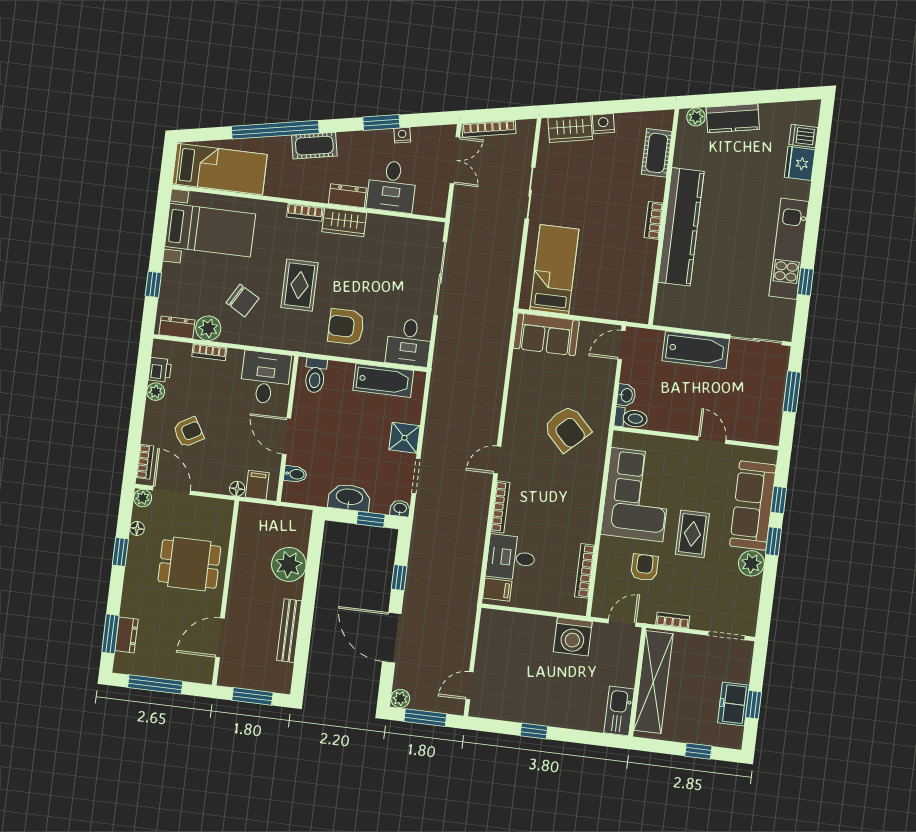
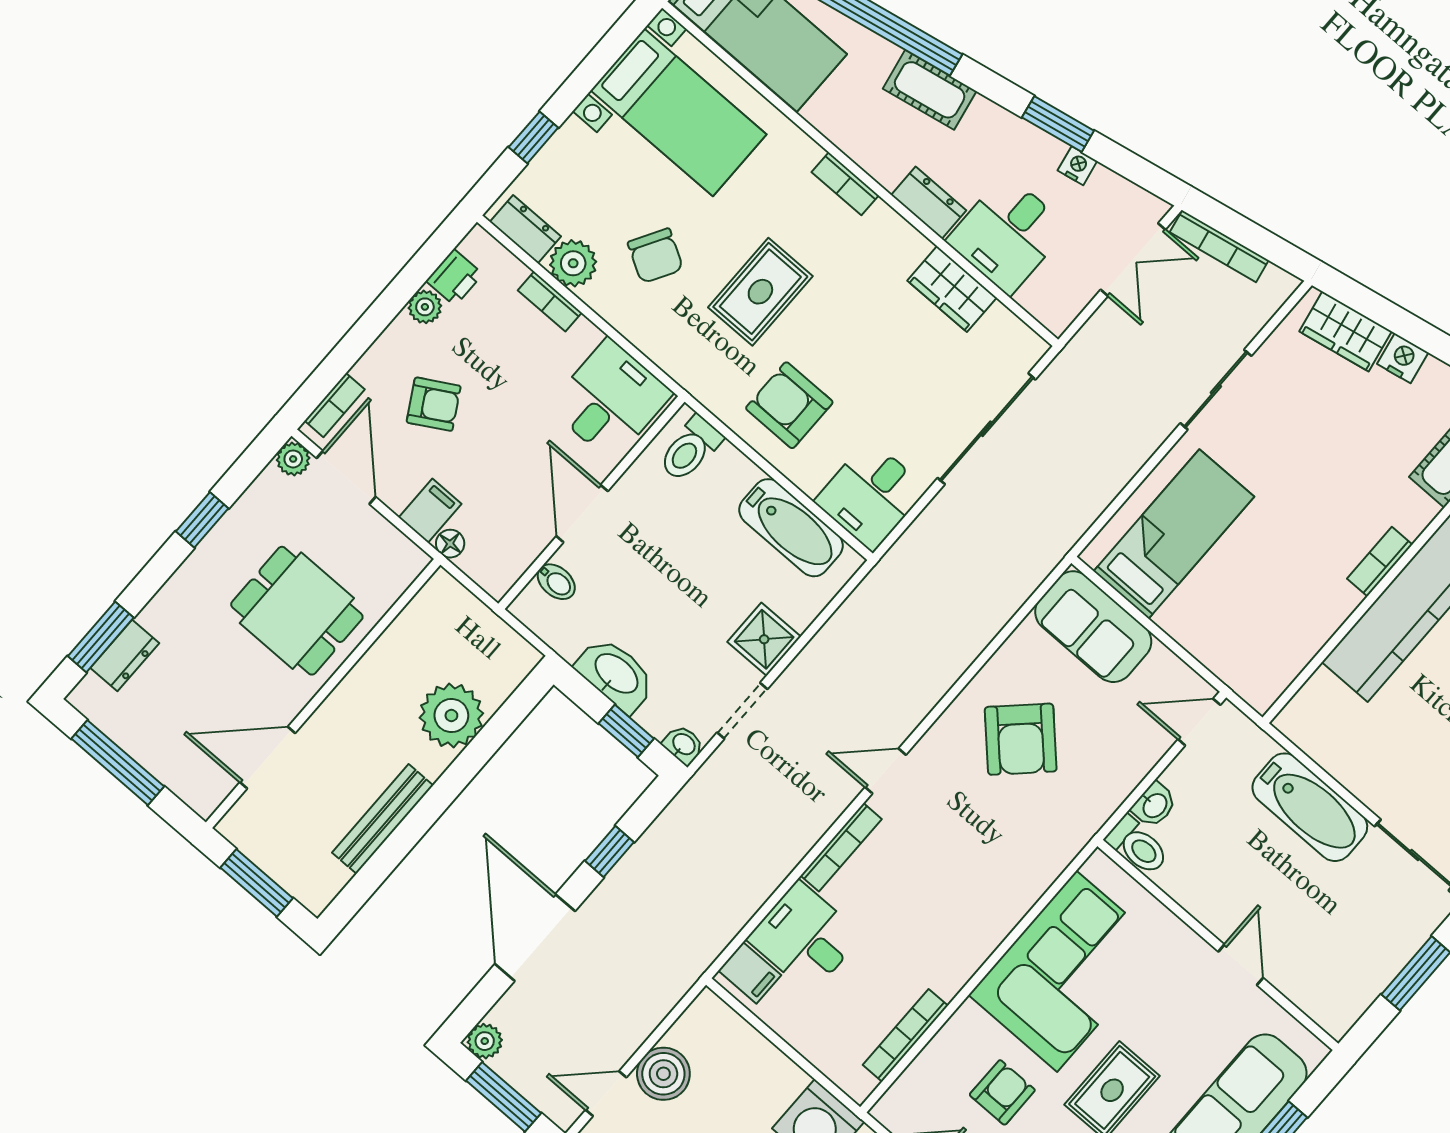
wardrobe: (344, 222) -> (952, 289), moved
armchair: (567, 429) -> (1021, 739), moved
filing cabinet: (257, 485) -> (430, 511), moved
floor lamp: (137, 528) -> (253, 501), removed
boiler: (489, 660) -> (663, 1074), added

